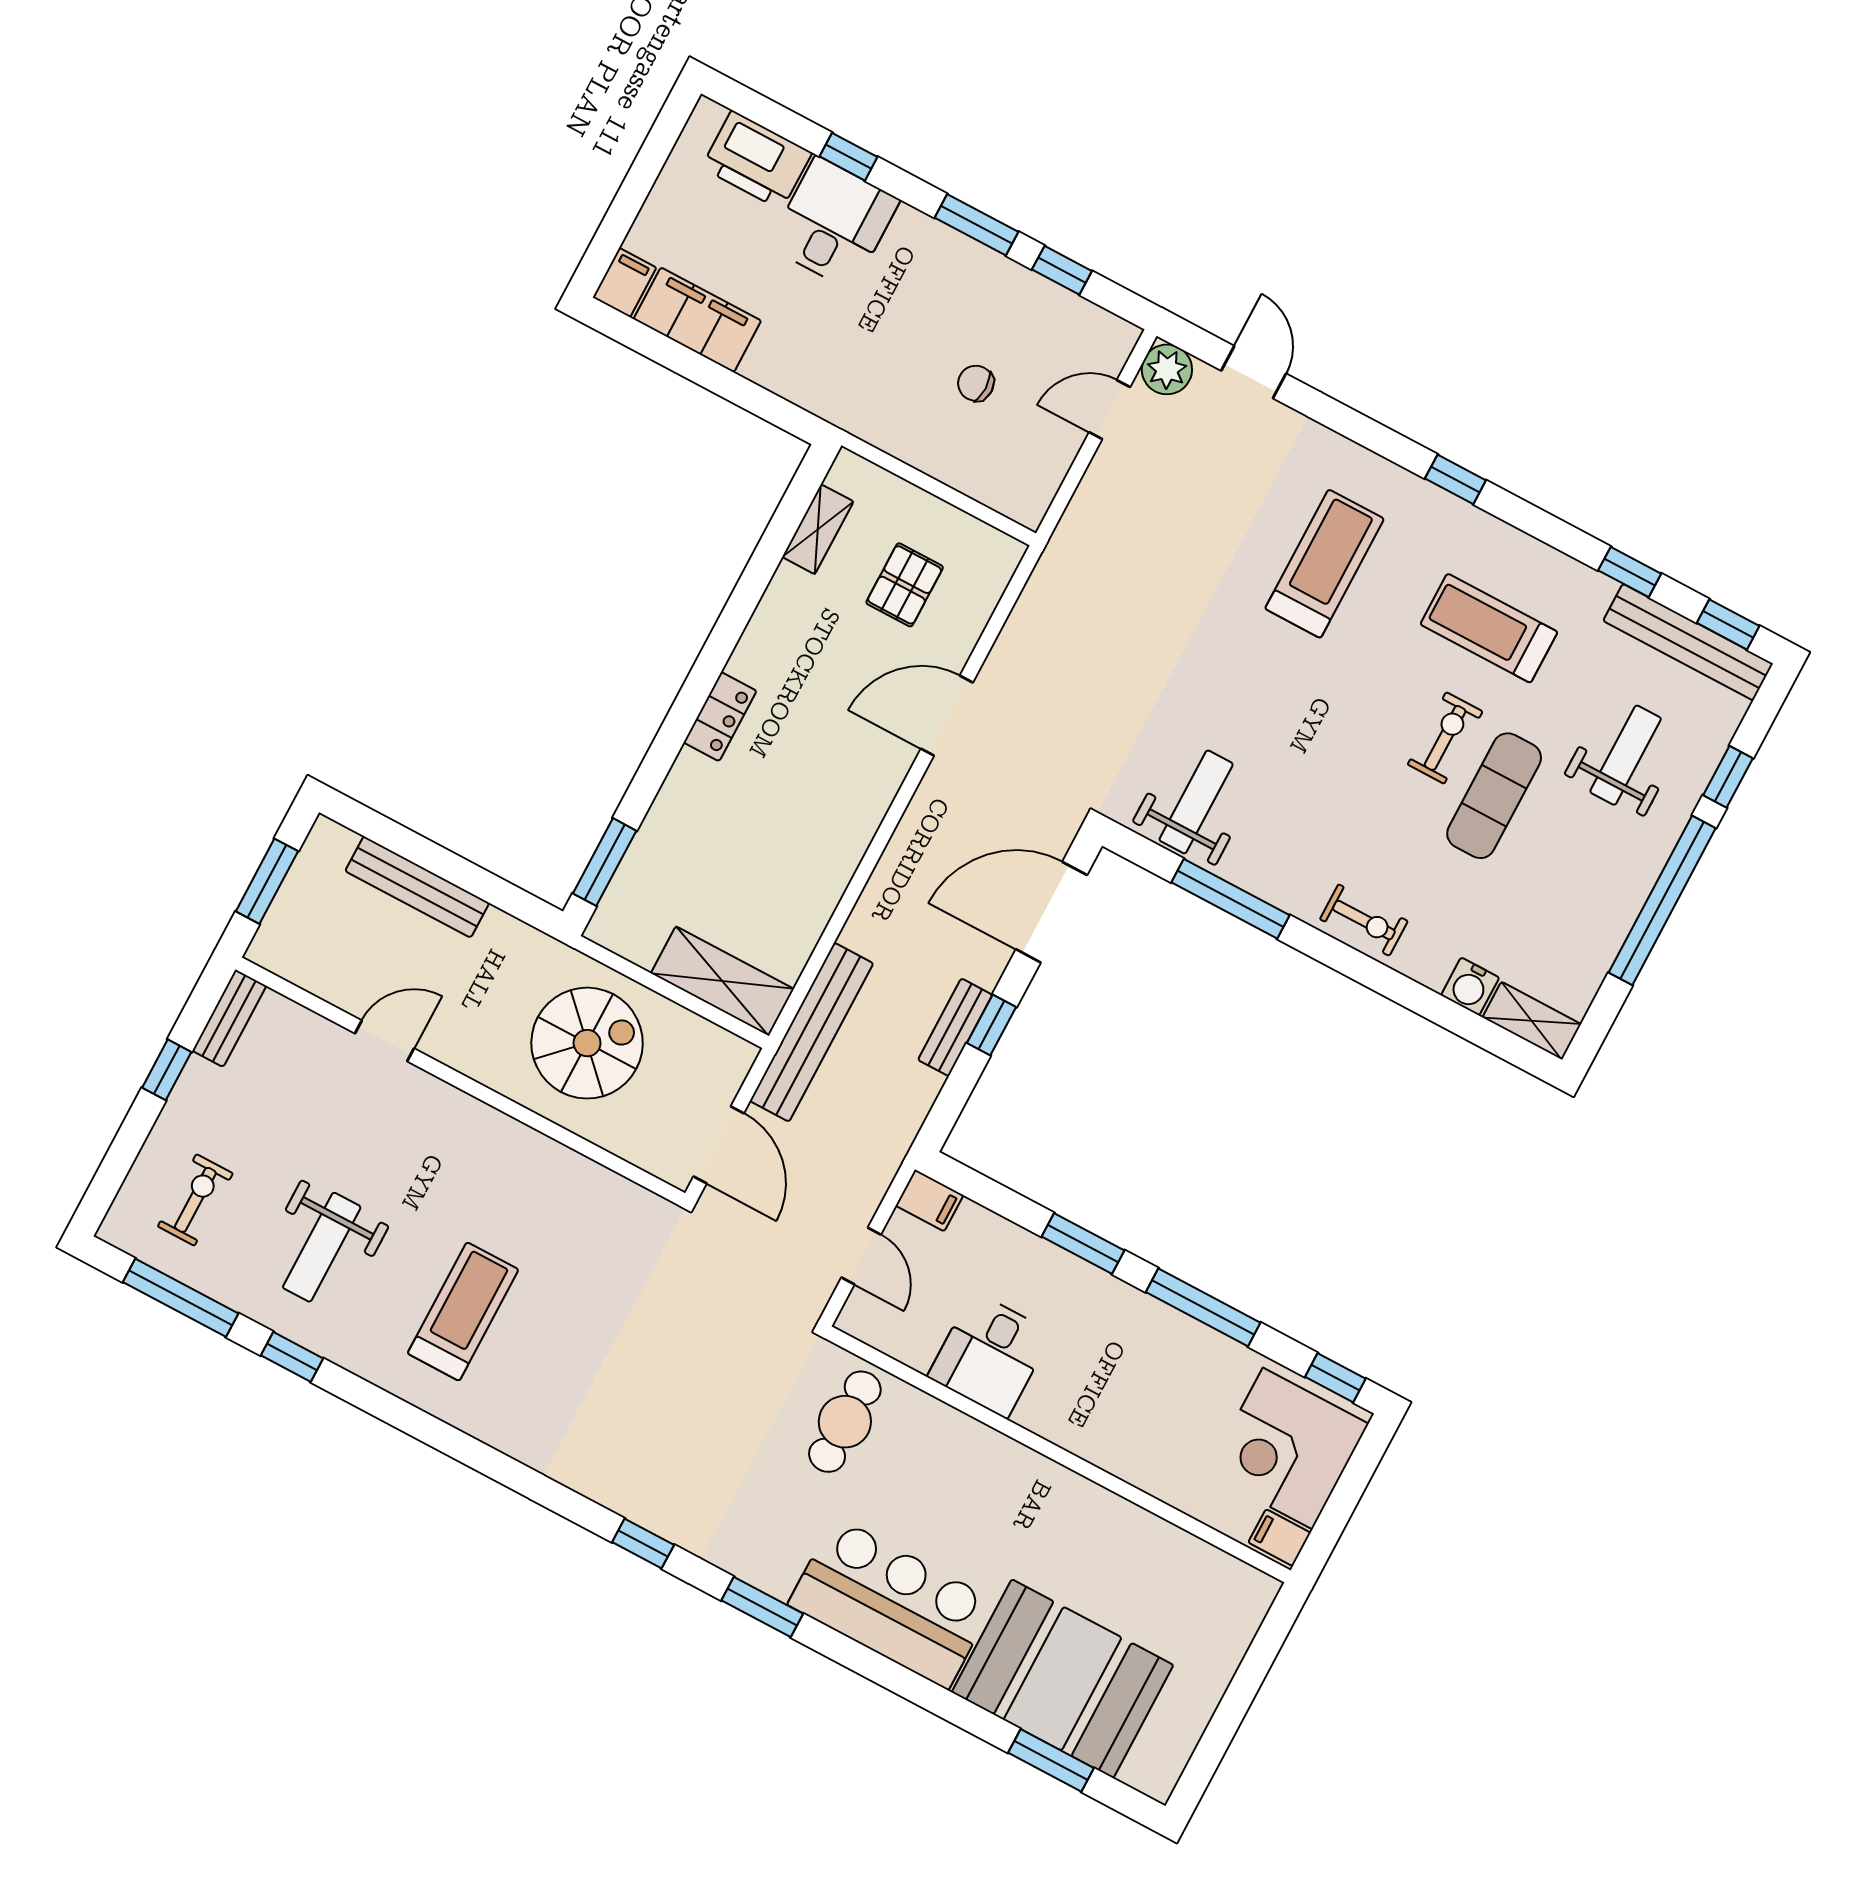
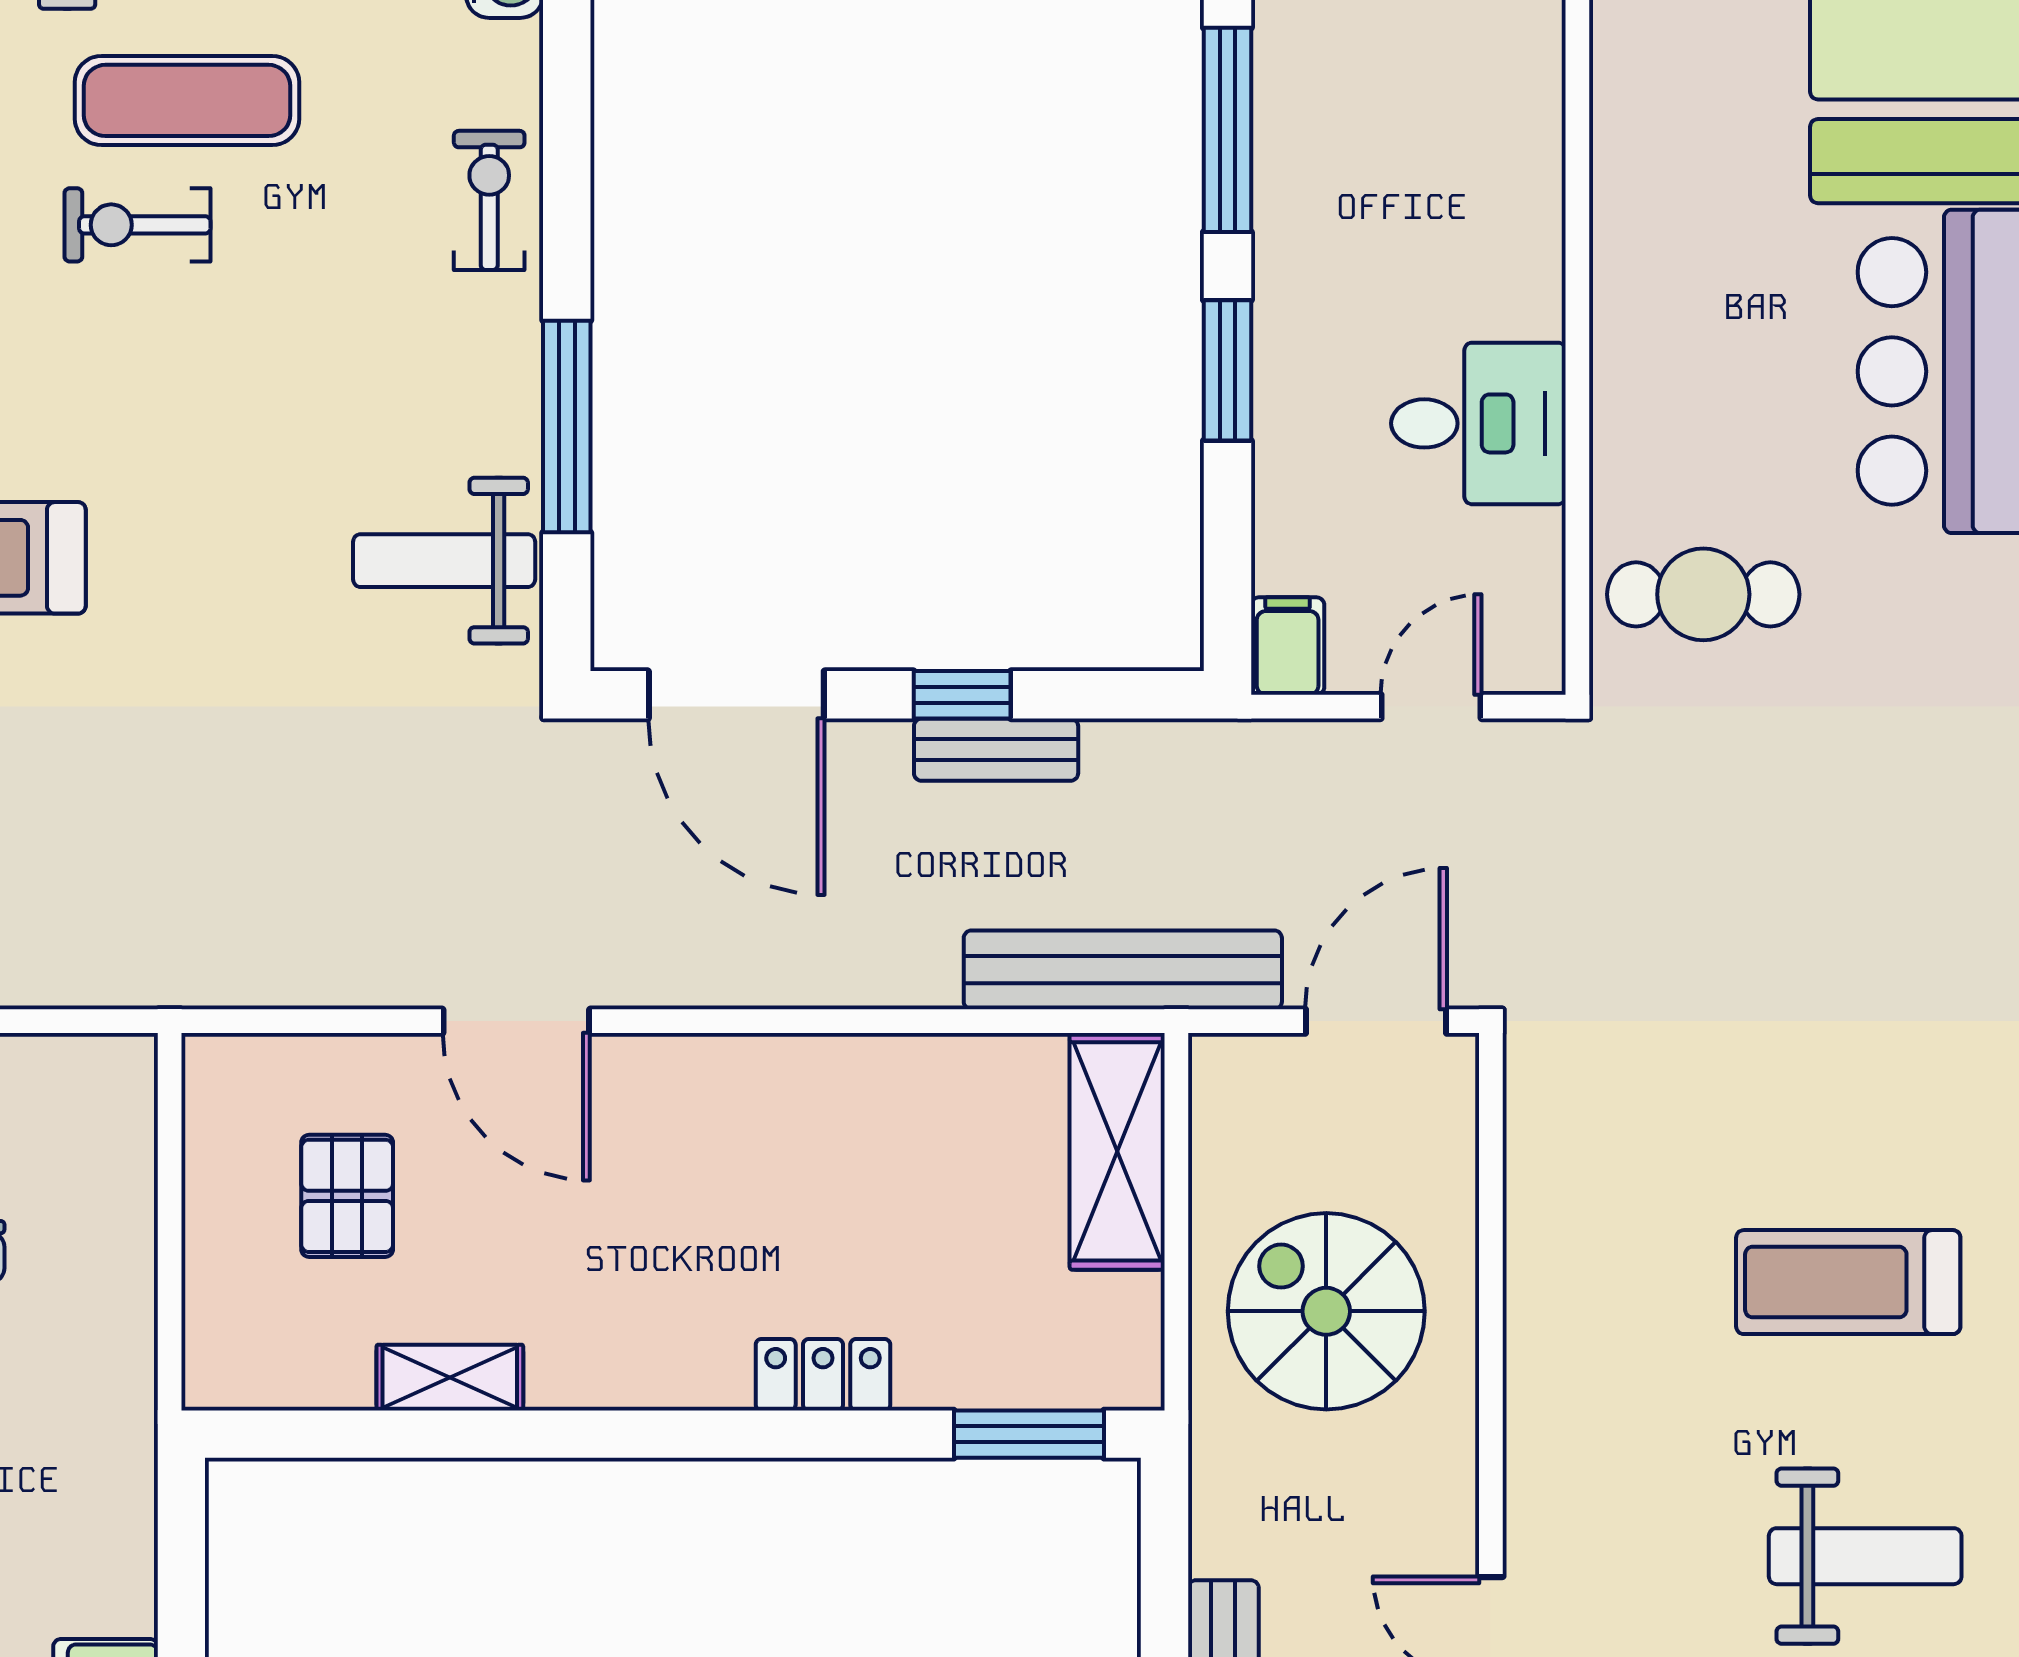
shelving: (818, 529) -> (450, 1378), moved
pallet: (905, 585) -> (347, 1196), turned 90
locker: (720, 717) -> (823, 1375), moved

